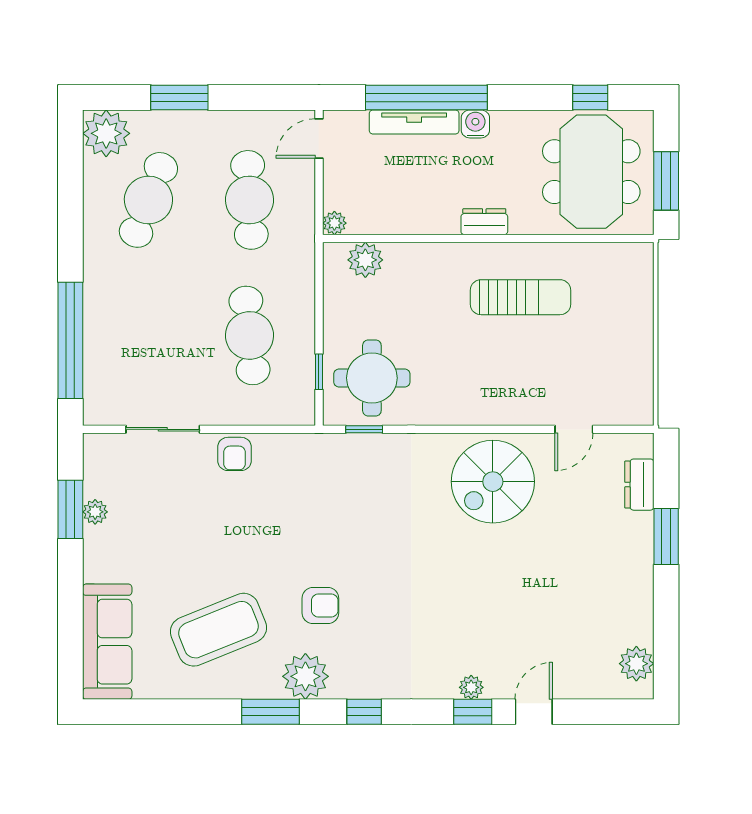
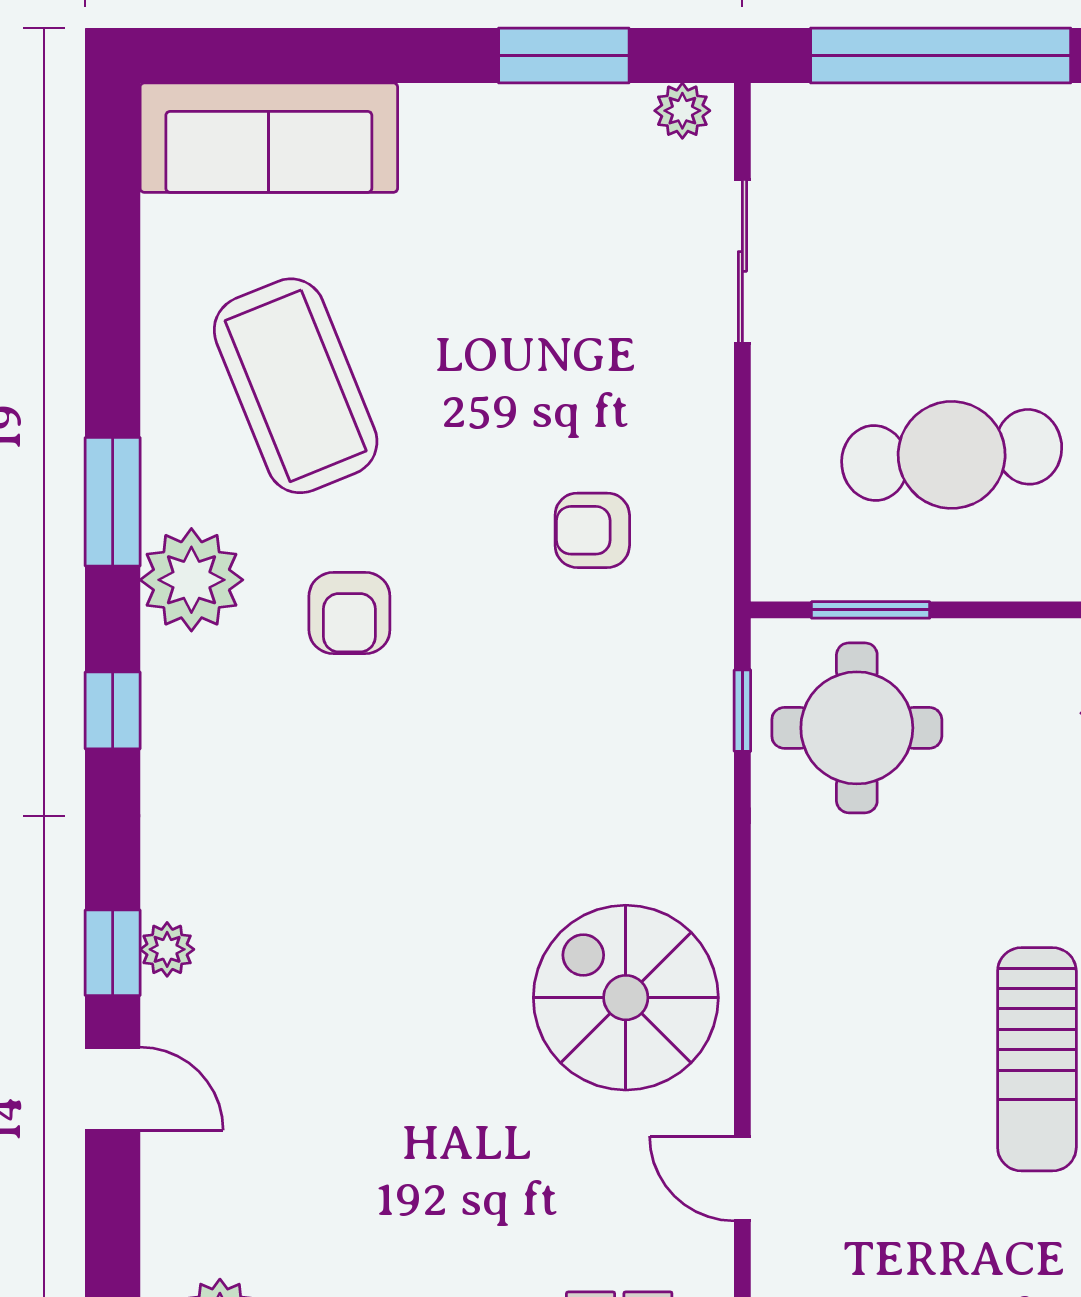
window: (319, 372) -> (871, 610), width x1.50
armchair: (234, 454) -> (592, 530), moved
plant: (95, 512) -> (682, 111), moved

